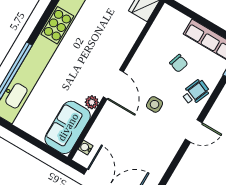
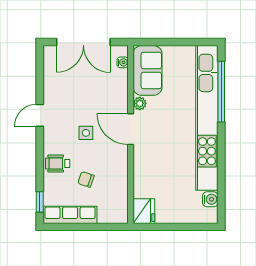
wheelchair: (195, 92) -> (58, 164), turned 68
door: (194, 131) -> (40, 115), moved

